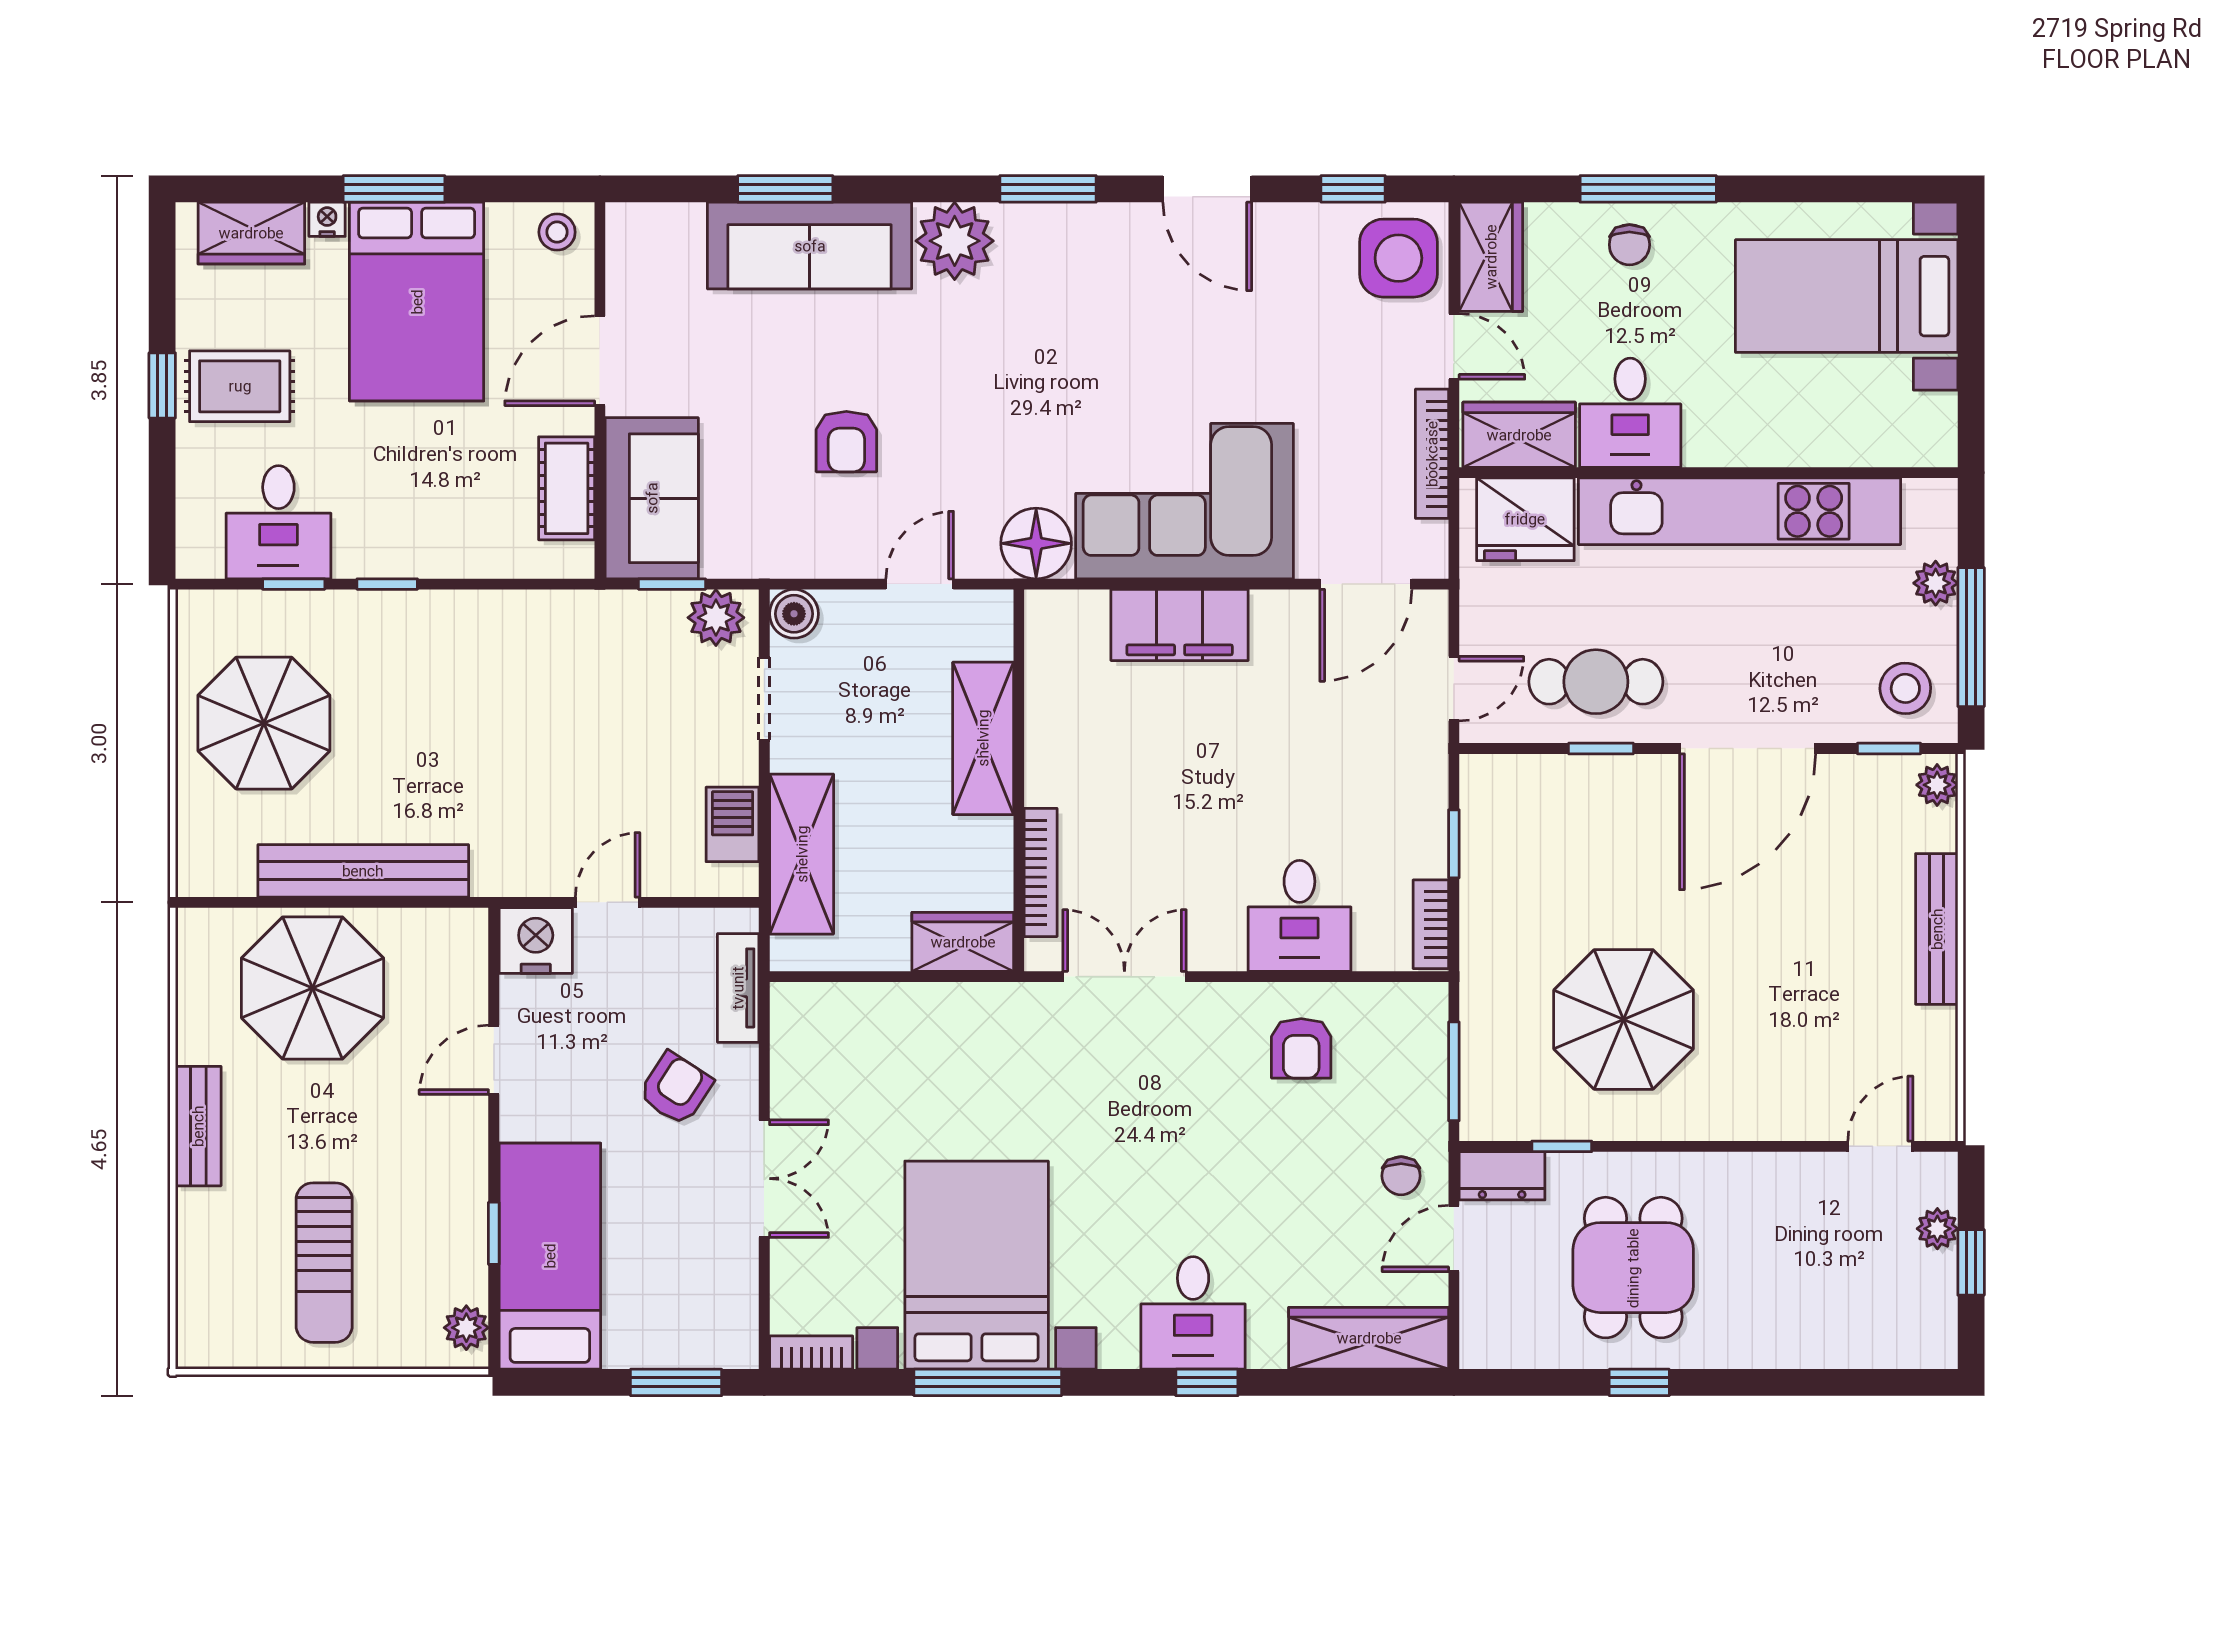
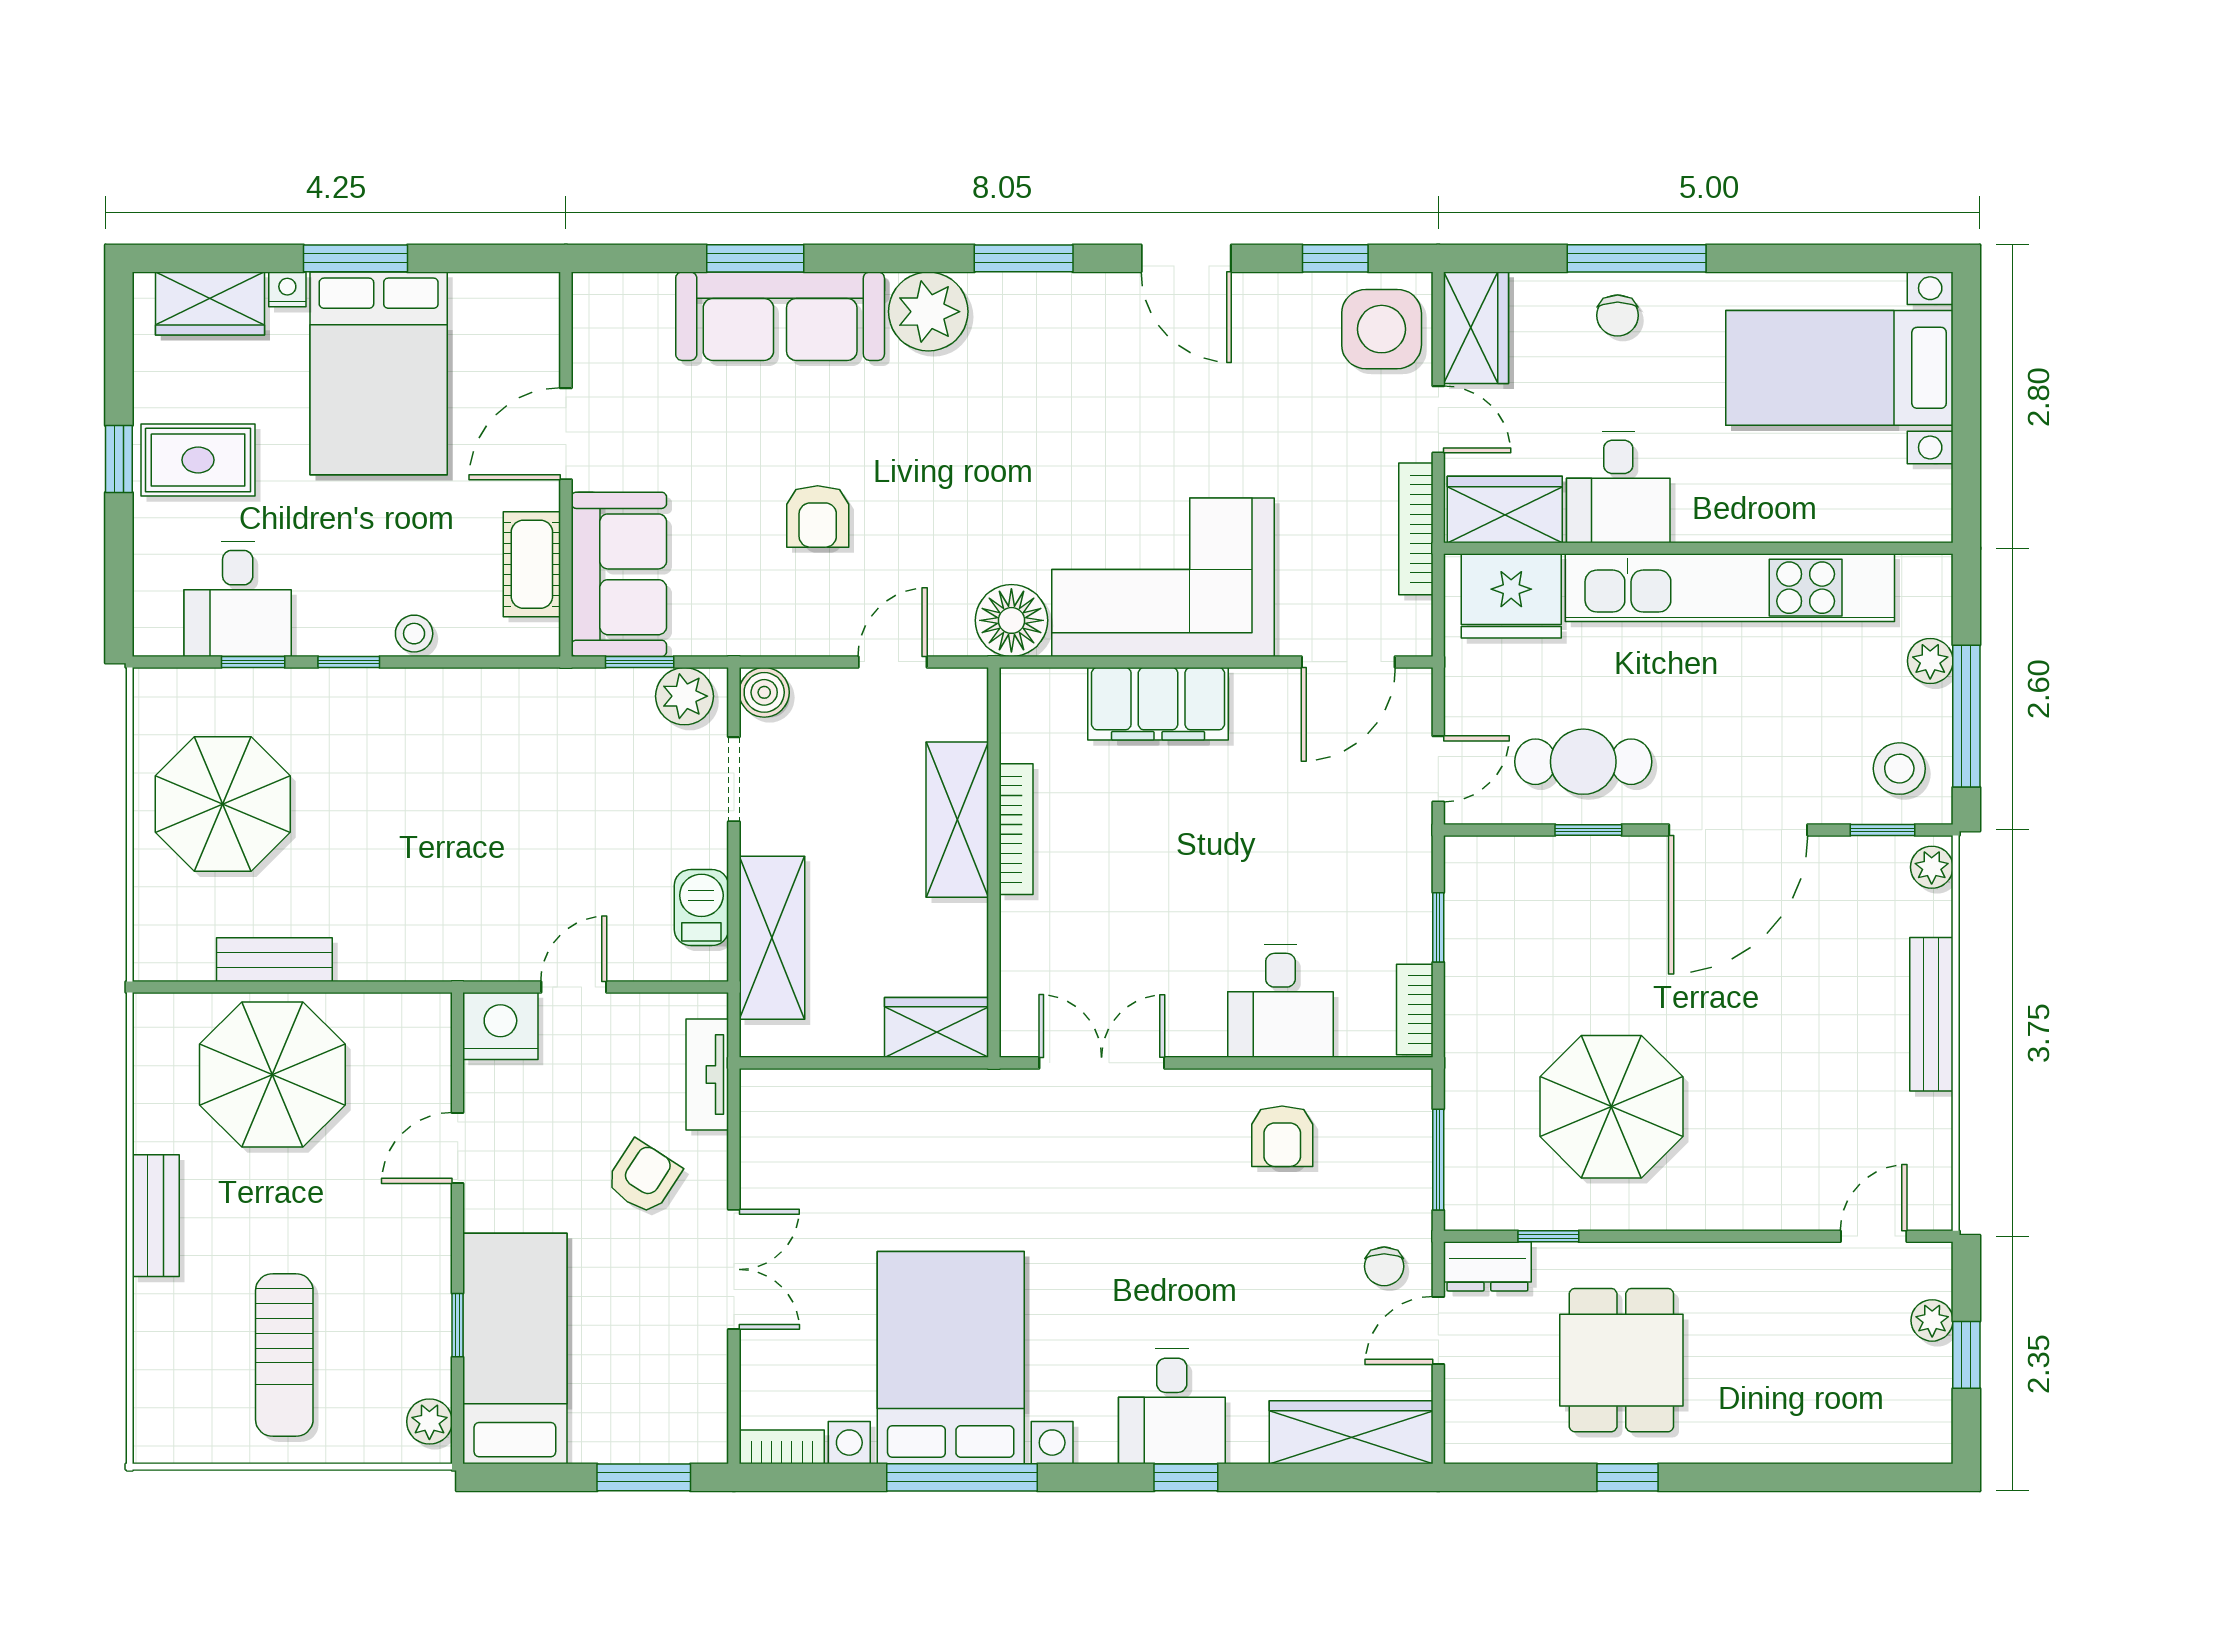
stool: (557, 232) -> (414, 634), moved
bench: (363, 871) -> (274, 960), width x0.54, depth x0.82
bookcase: (1041, 872) -> (1016, 829), moved

